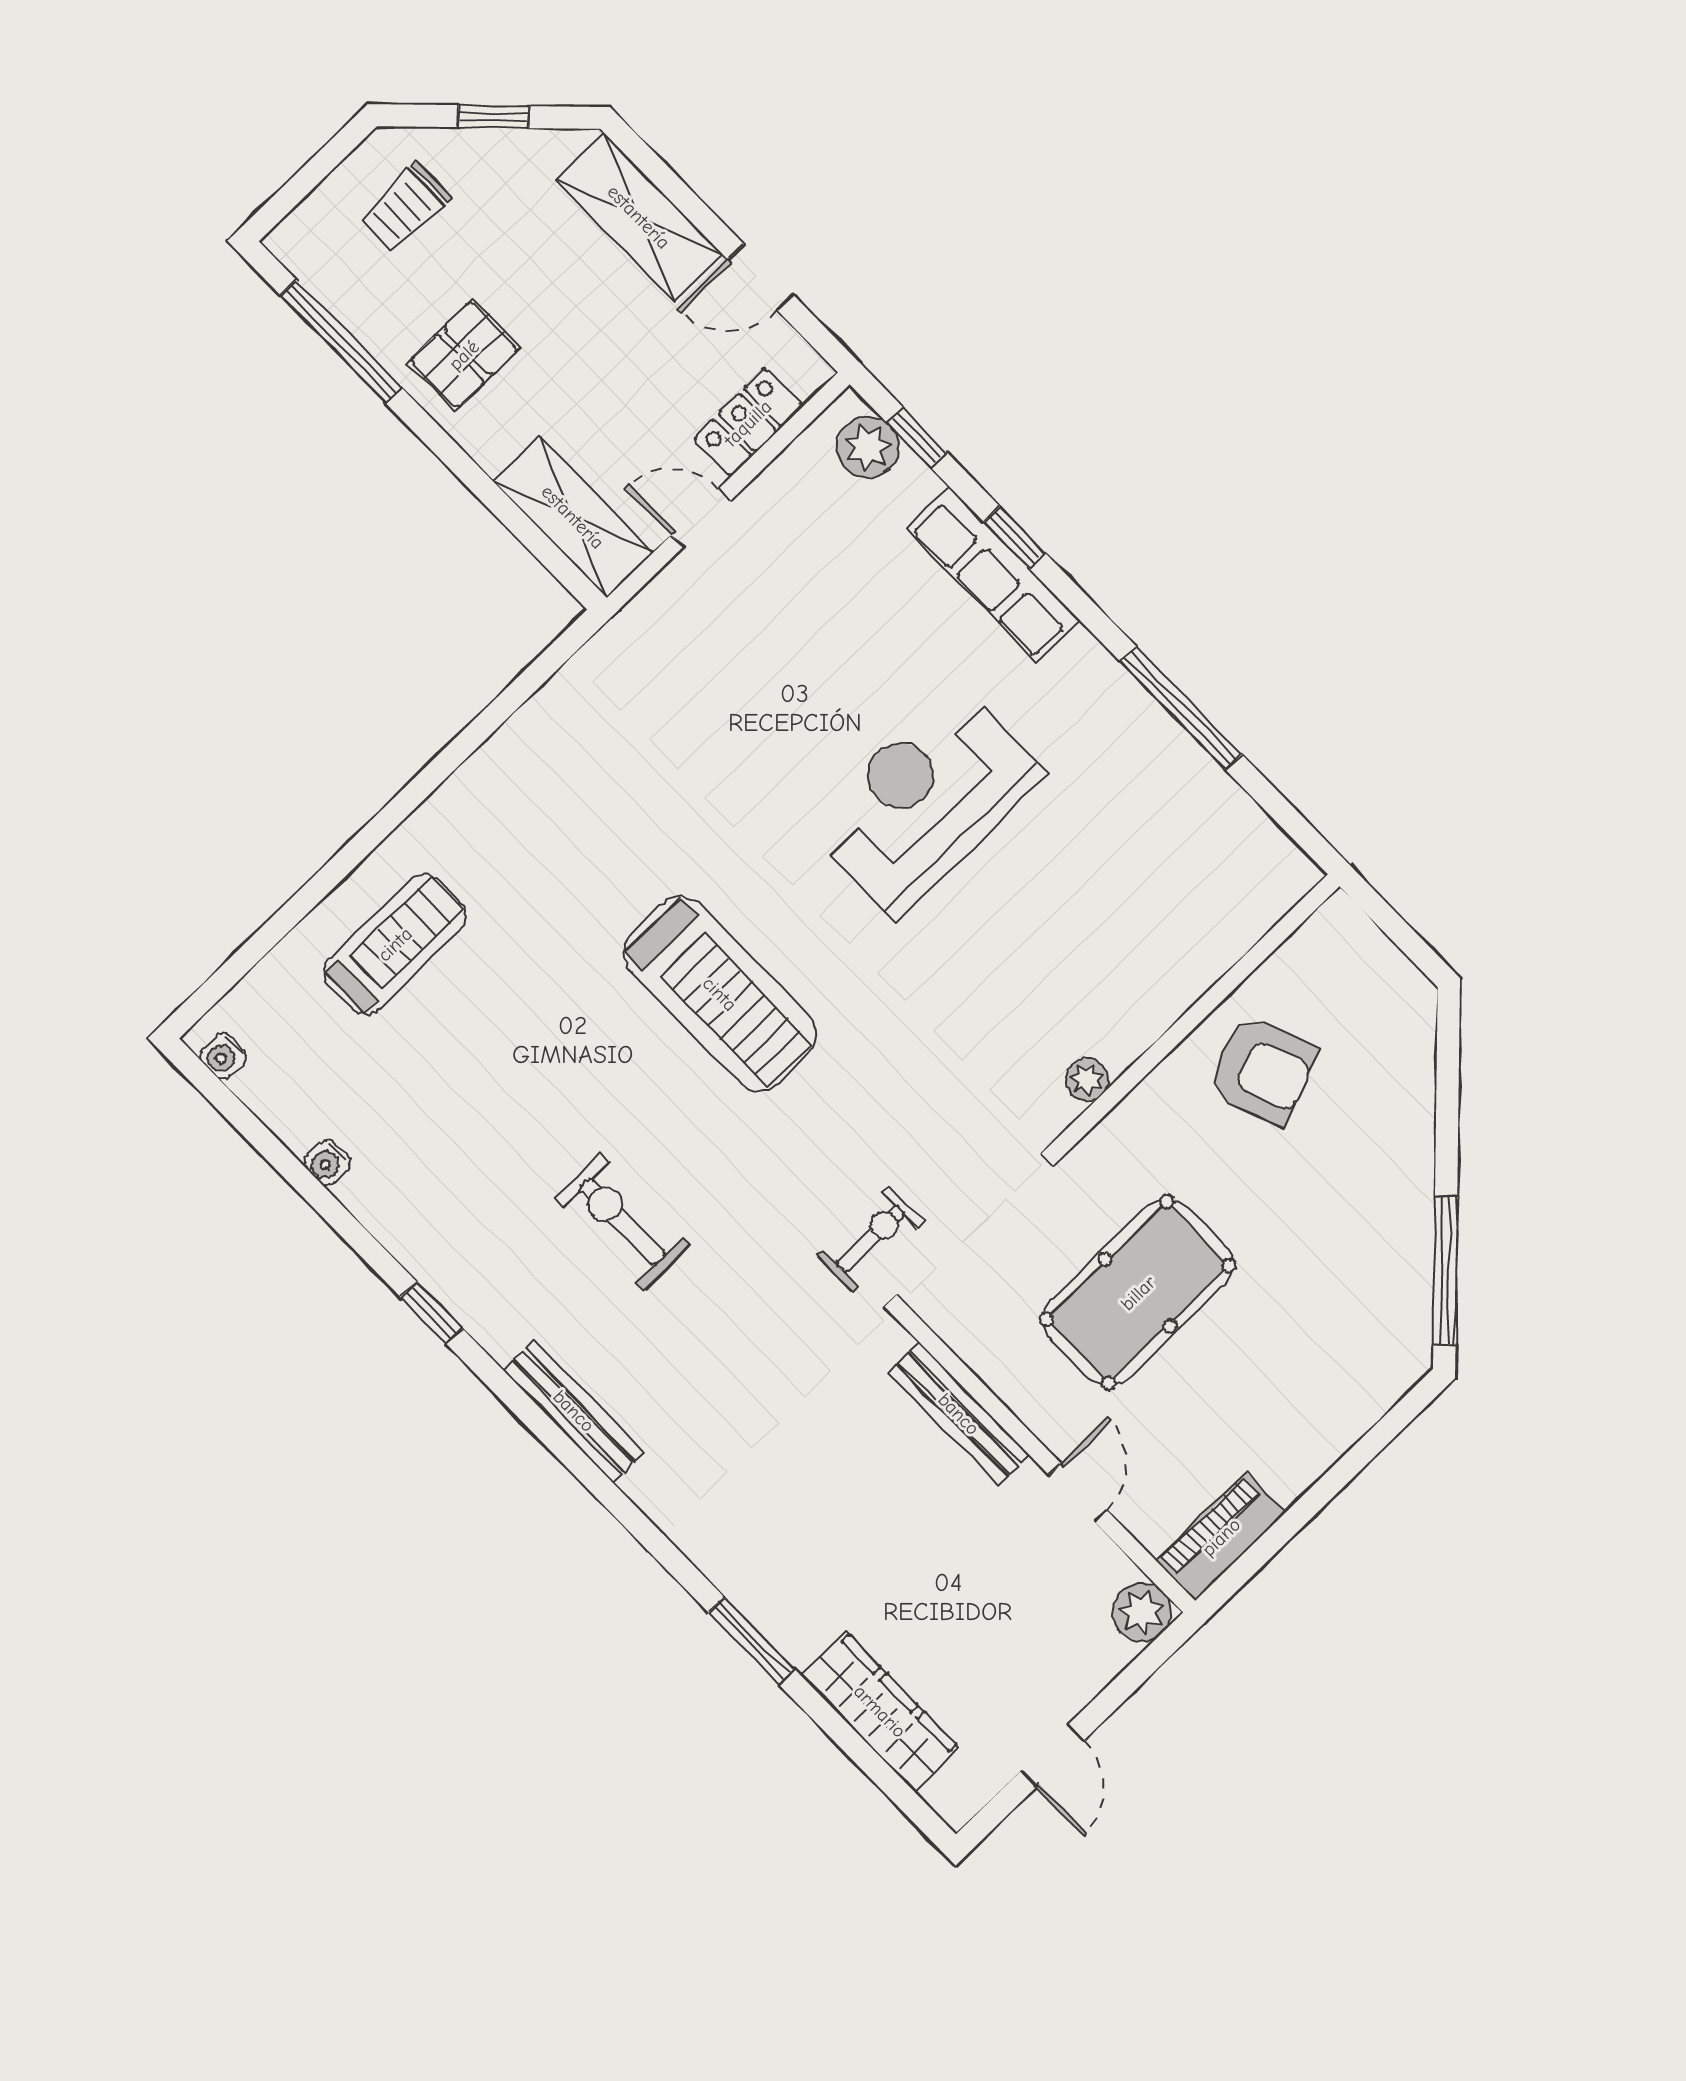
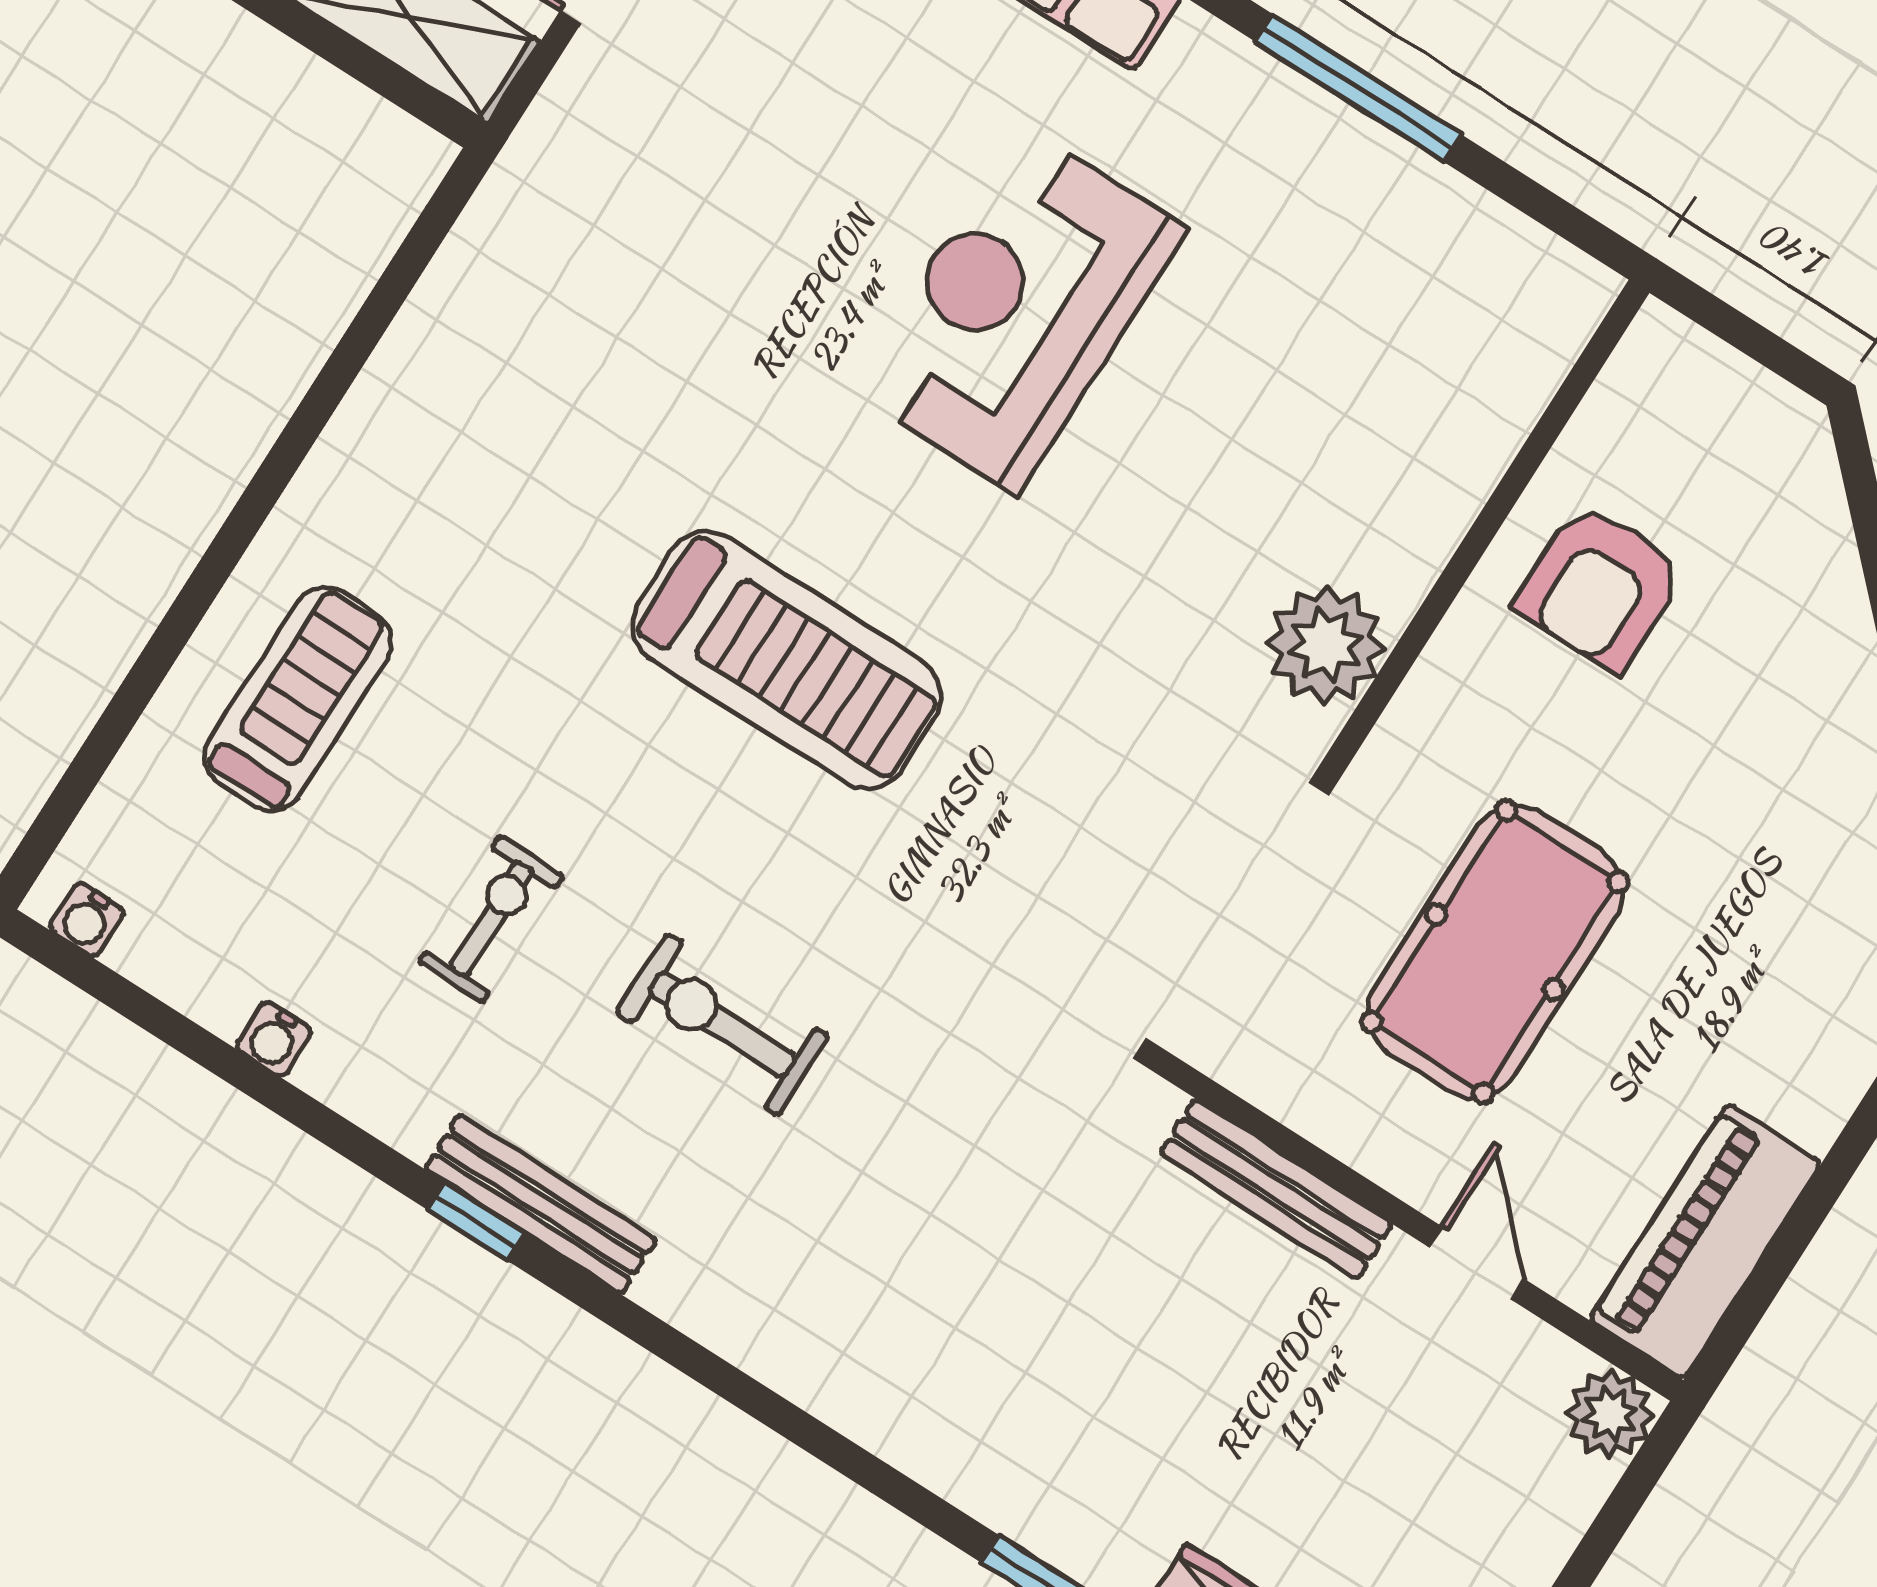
armchair: (1262, 1070) -> (1600, 587), turned 111
plant: (1087, 1080) -> (1326, 645), width x1.87, depth x1.87
exercise bike: (871, 1239) -> (491, 919), moved
bench: (574, 1411) -> (540, 1204), moved
piano: (1221, 1537) -> (1705, 1241), width x1.37, depth x1.33

